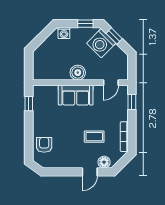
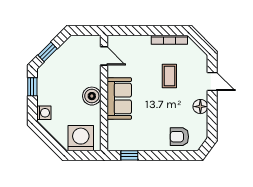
washing machine: (101, 43) -> (81, 138), moved, turned -135
window: (132, 102) -> (127, 30), removed
floor lamp: (104, 162) -> (200, 107), moved

